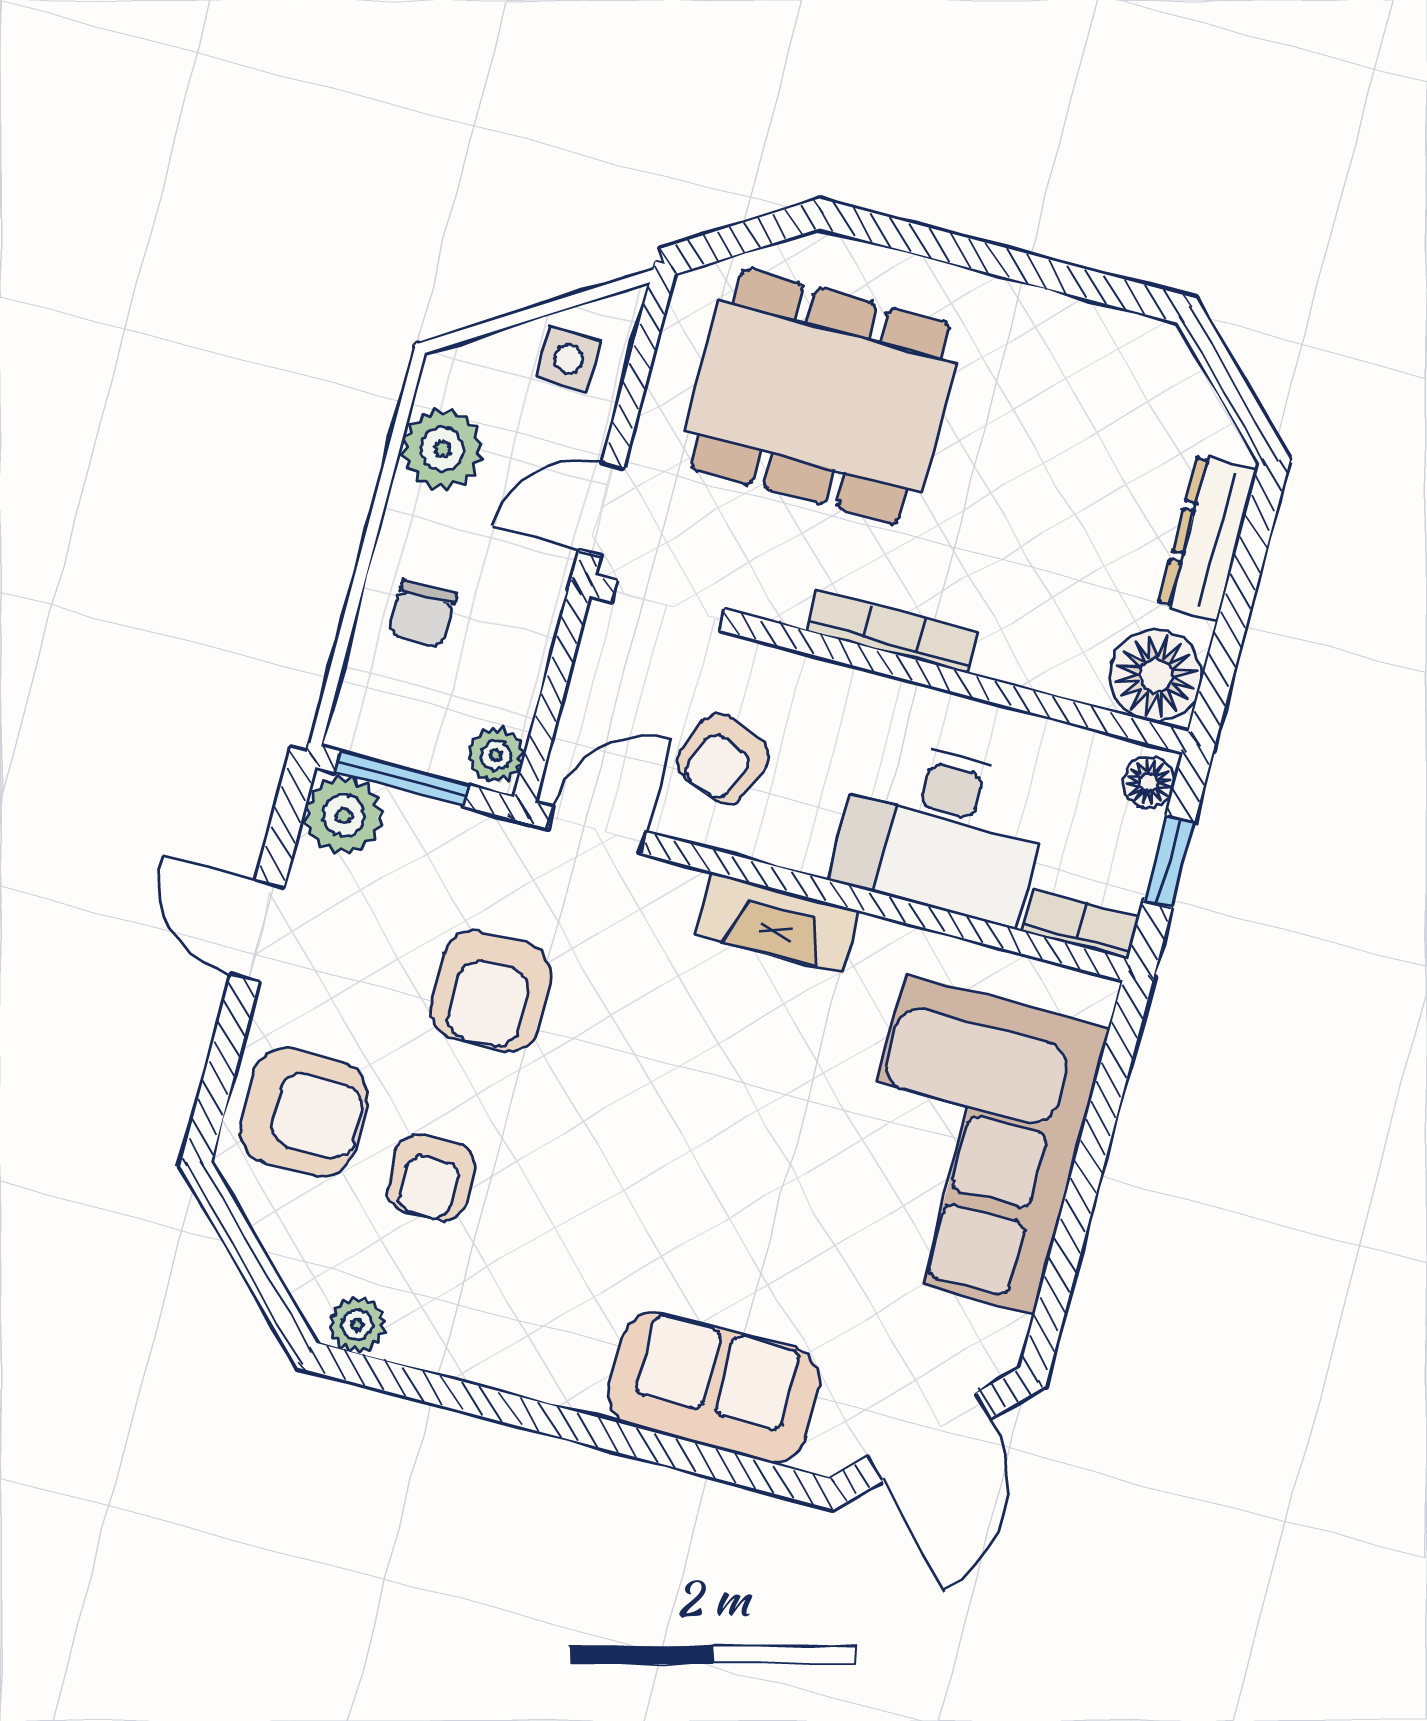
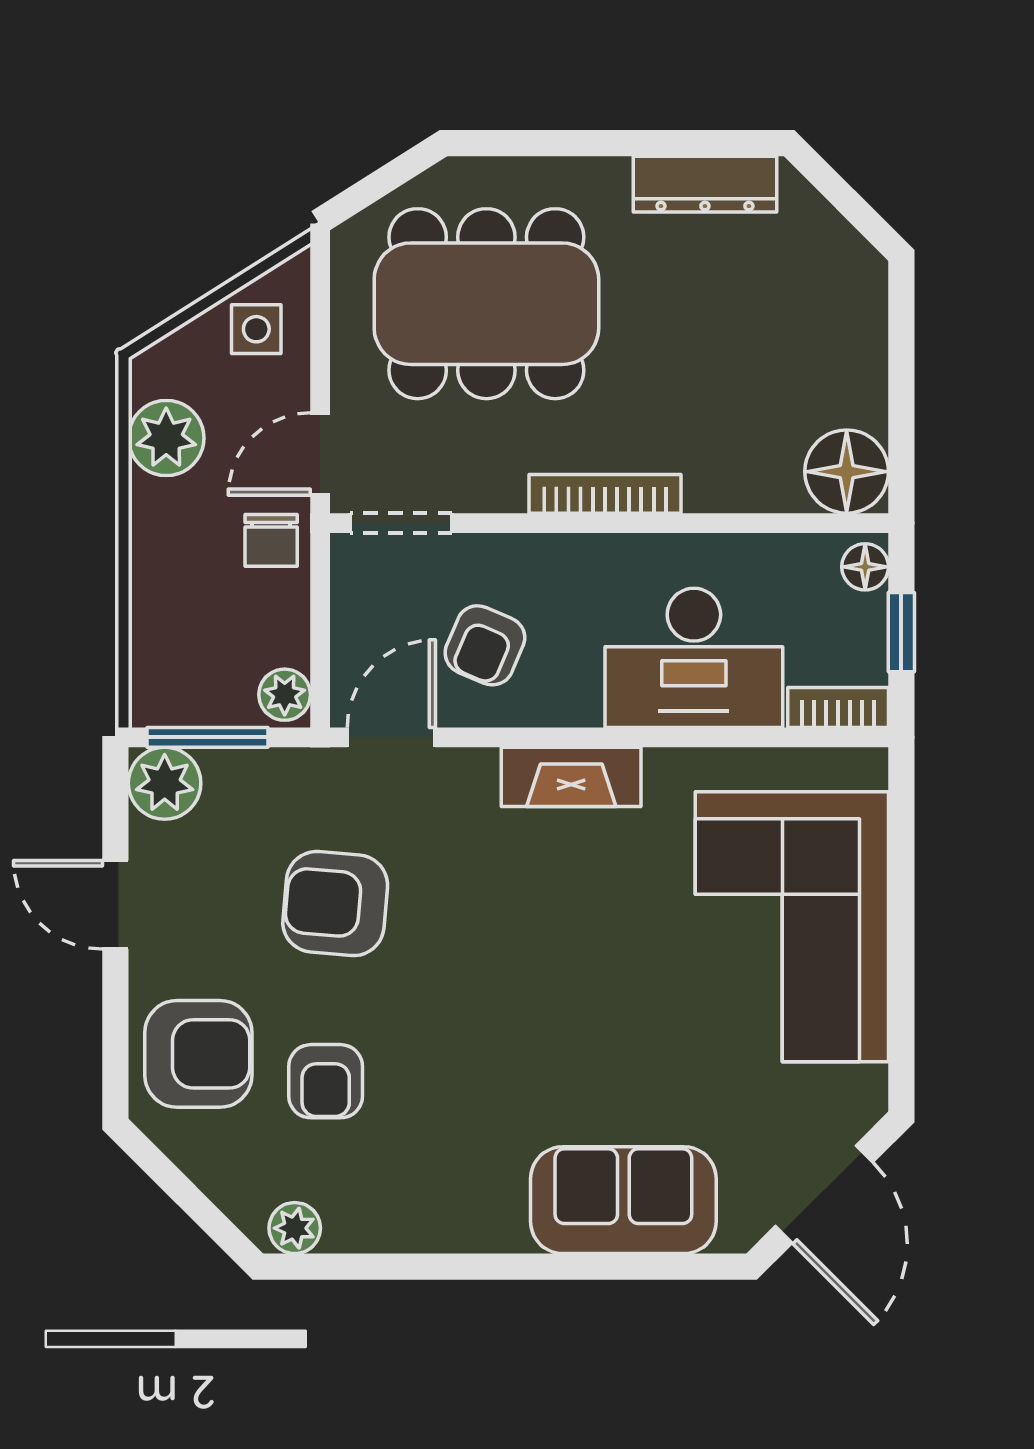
dresser: (1208, 538) -> (705, 184), moved, turned -90
chair: (423, 614) -> (271, 540), moved
armchair: (491, 991) -> (335, 904), turned 95

